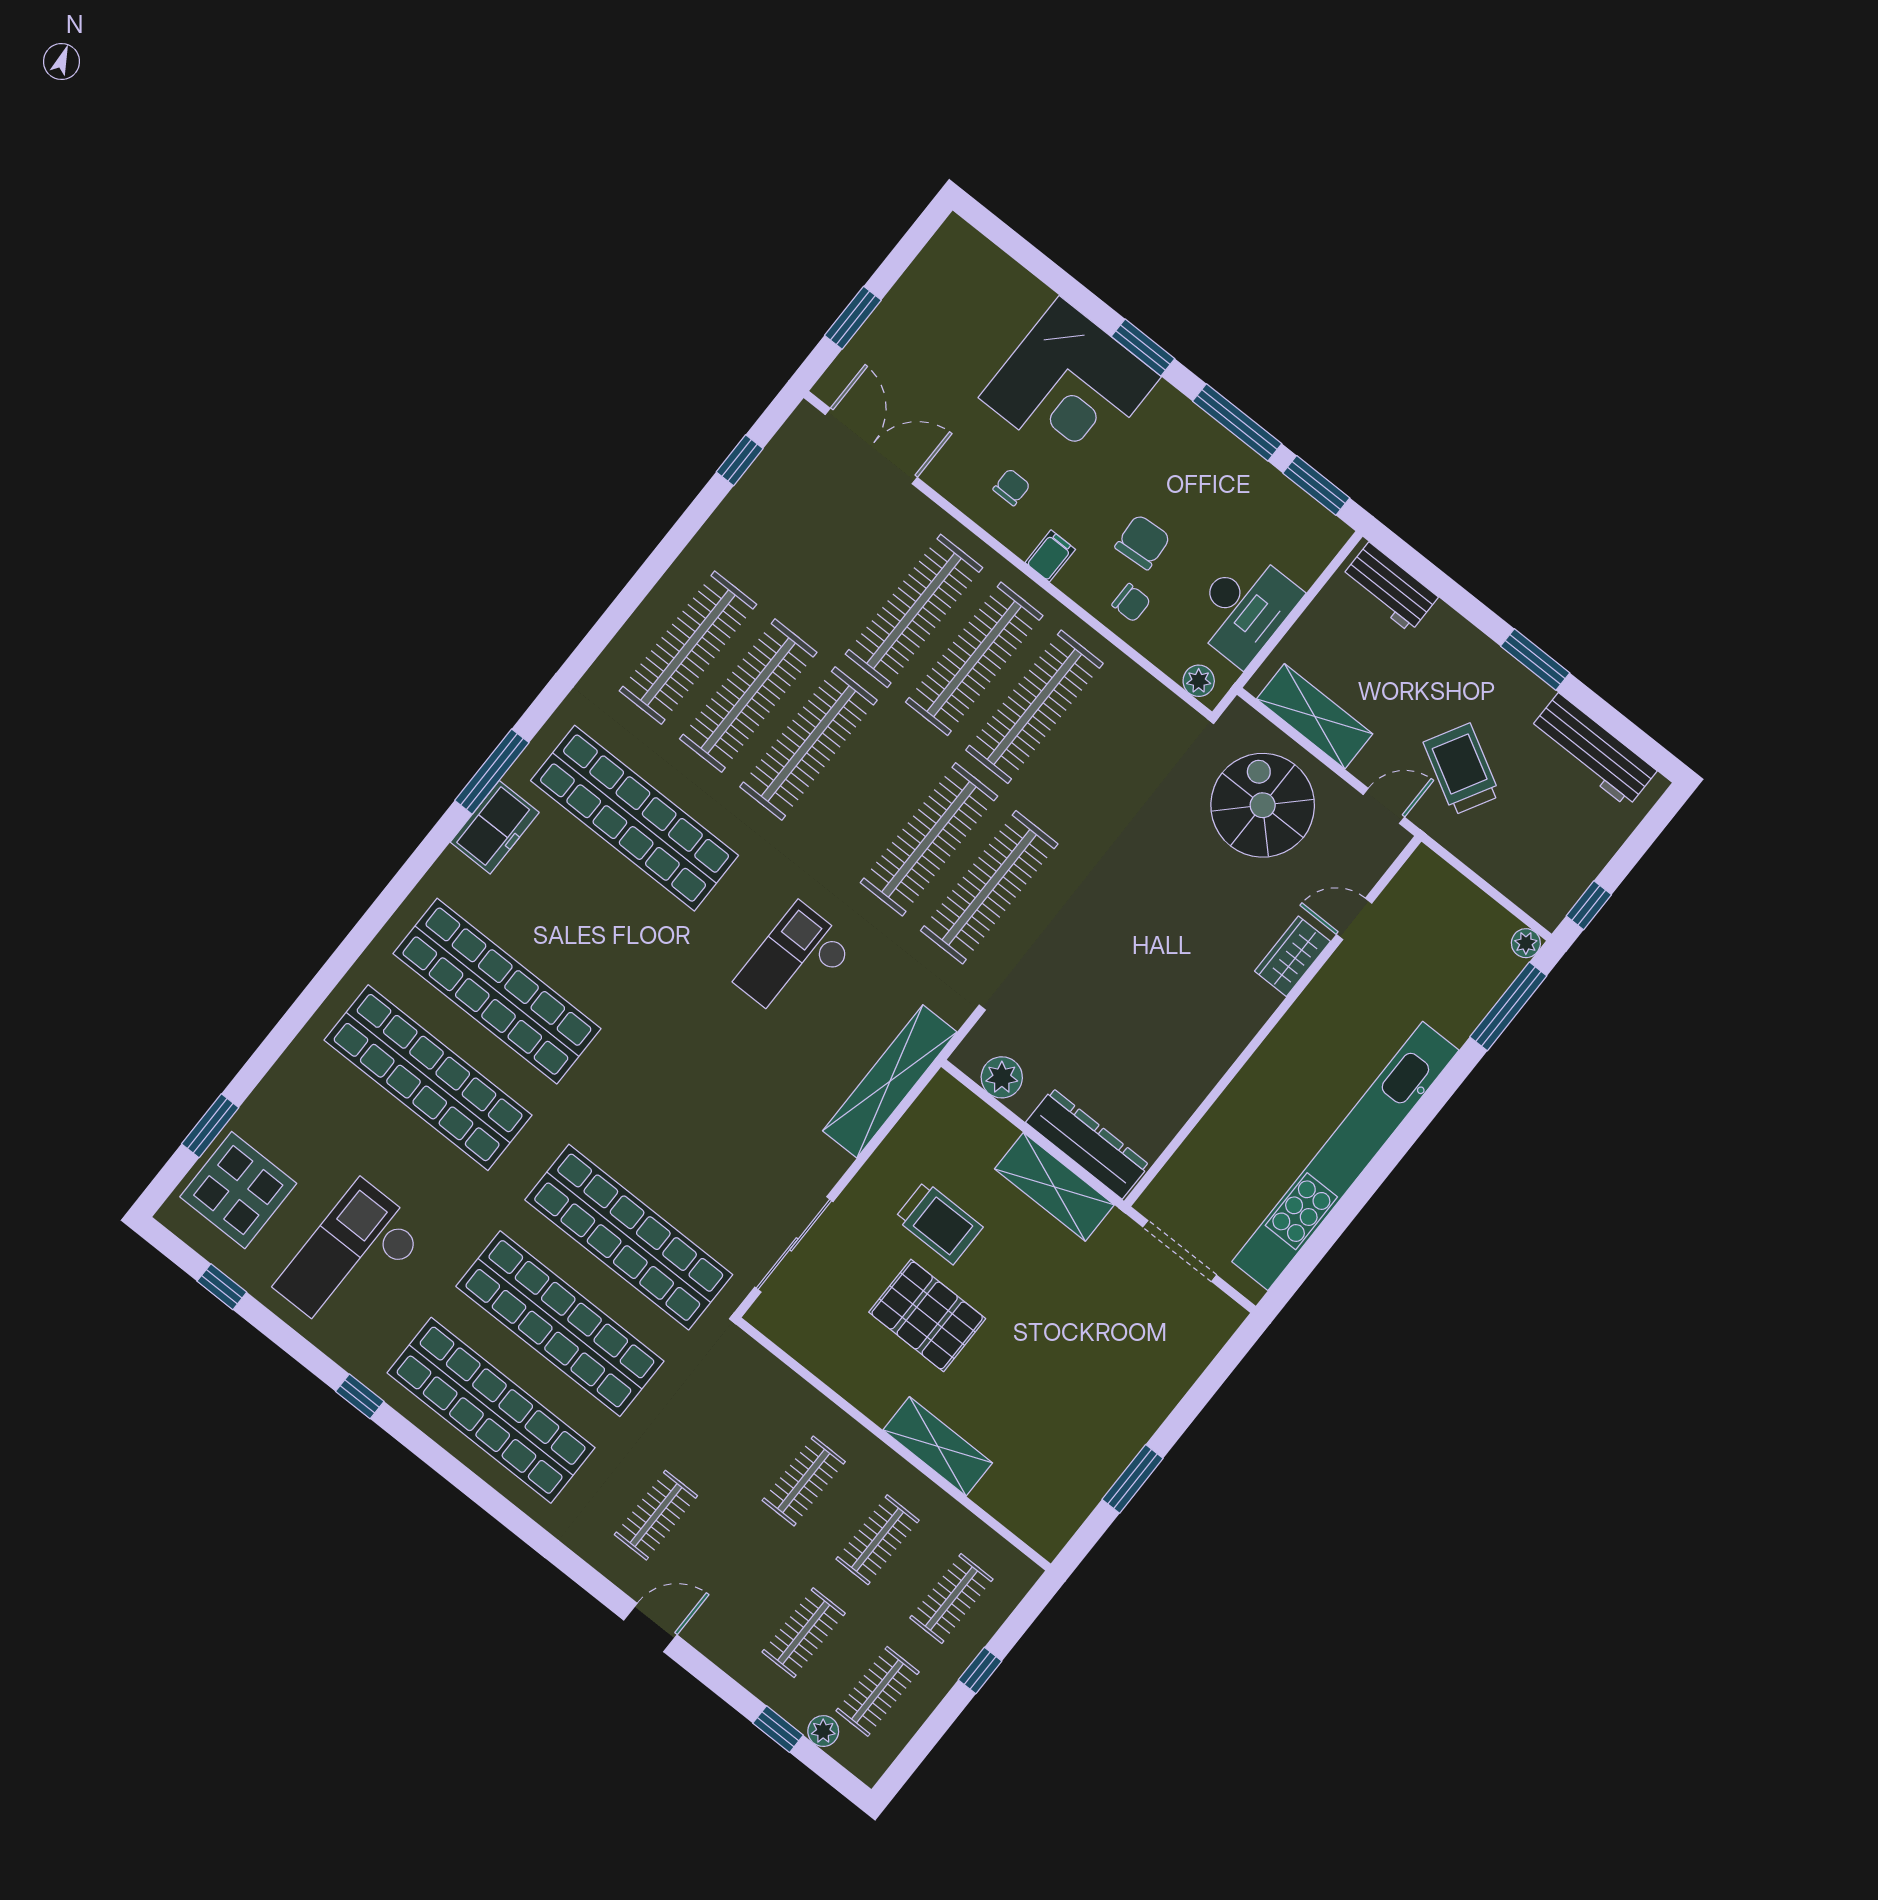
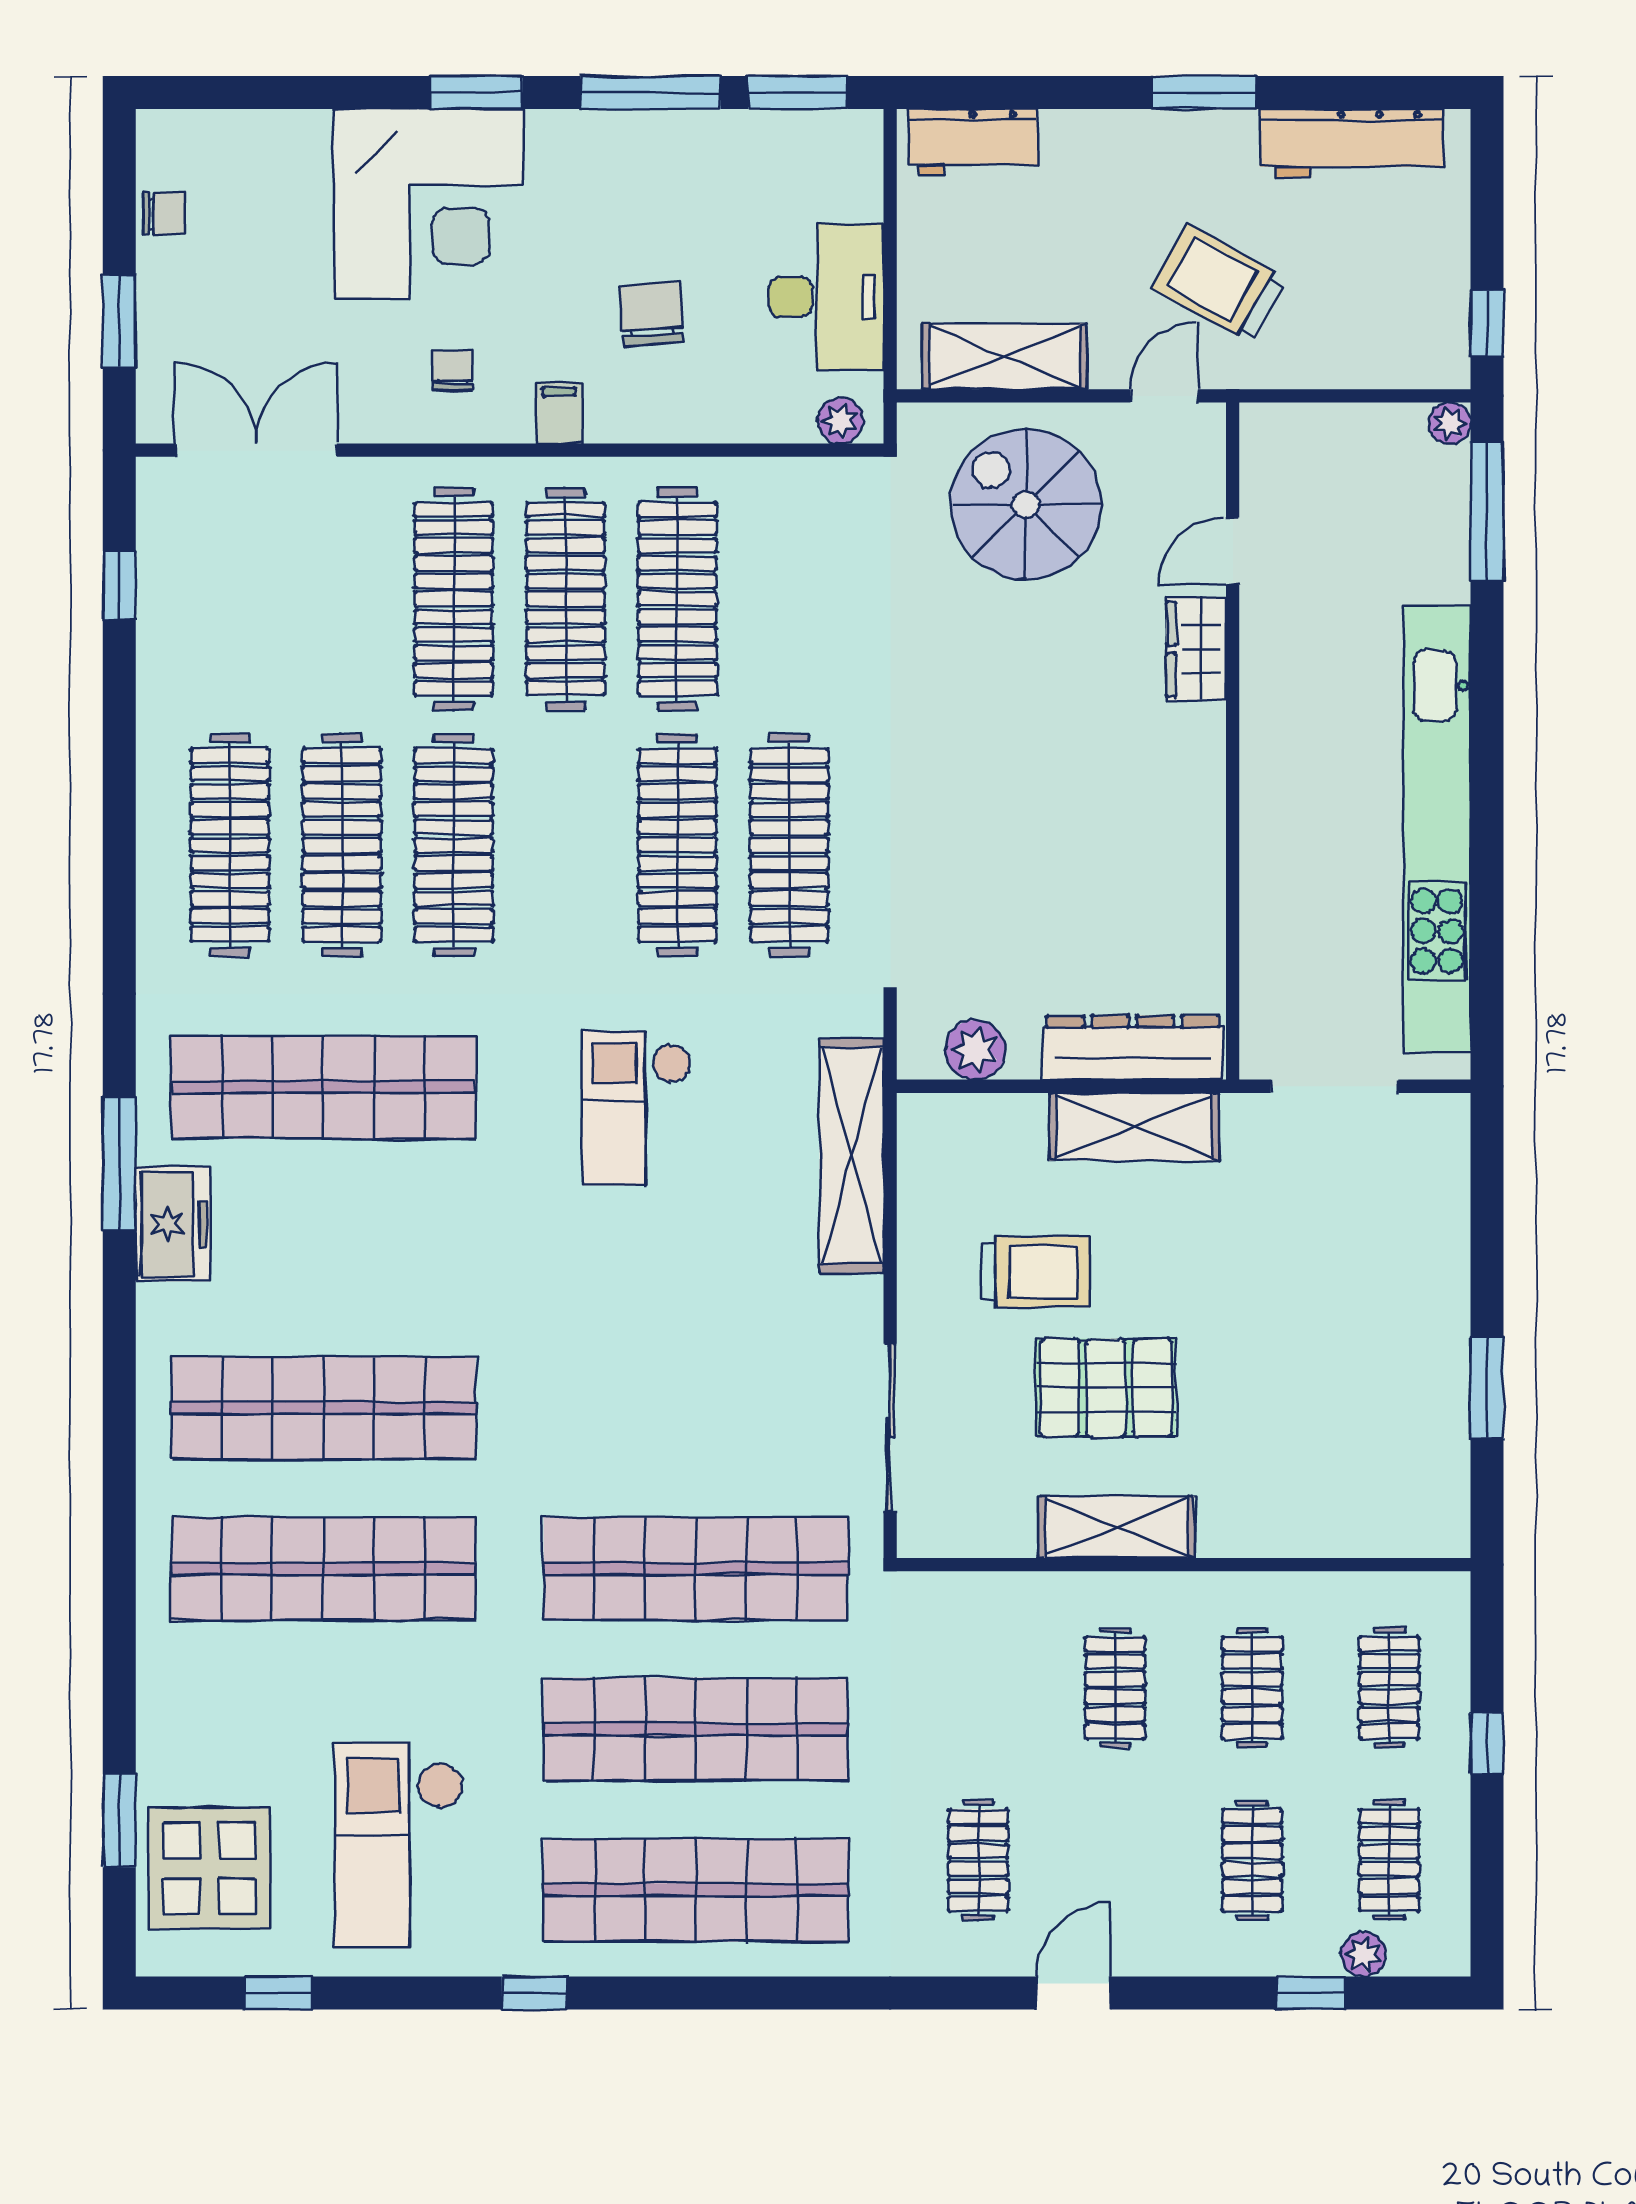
chair: (1131, 603) -> (164, 214), moved
shelving: (938, 1446) -> (1117, 1527), moved

